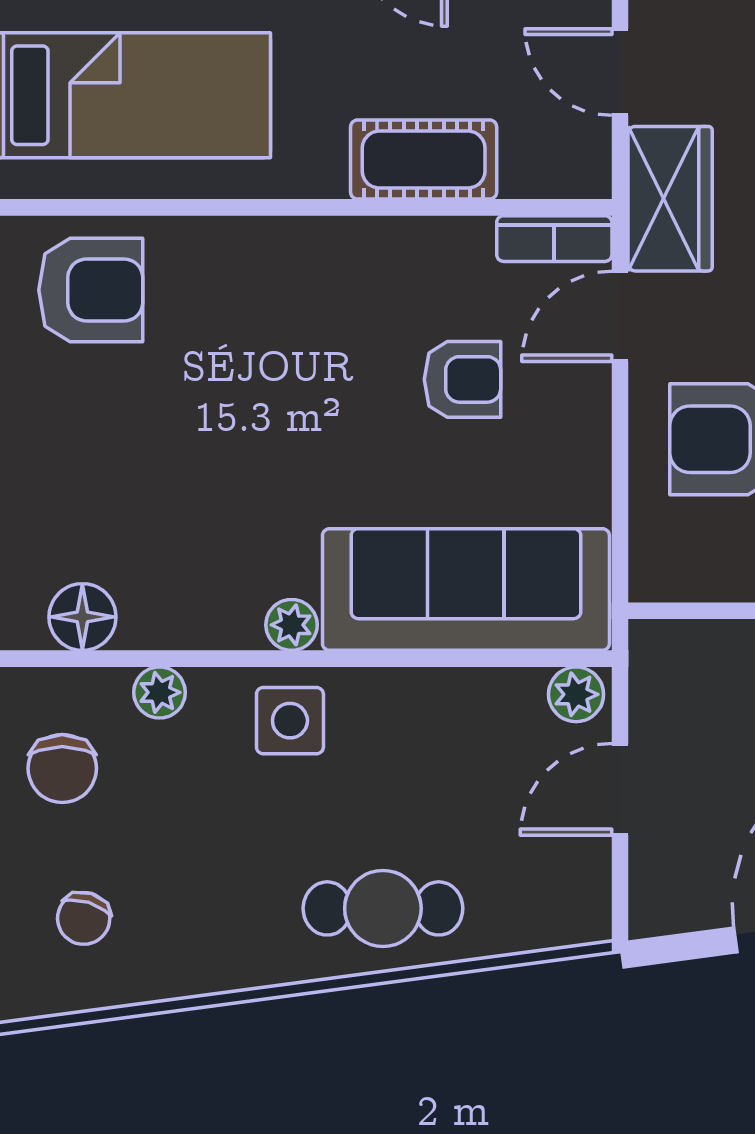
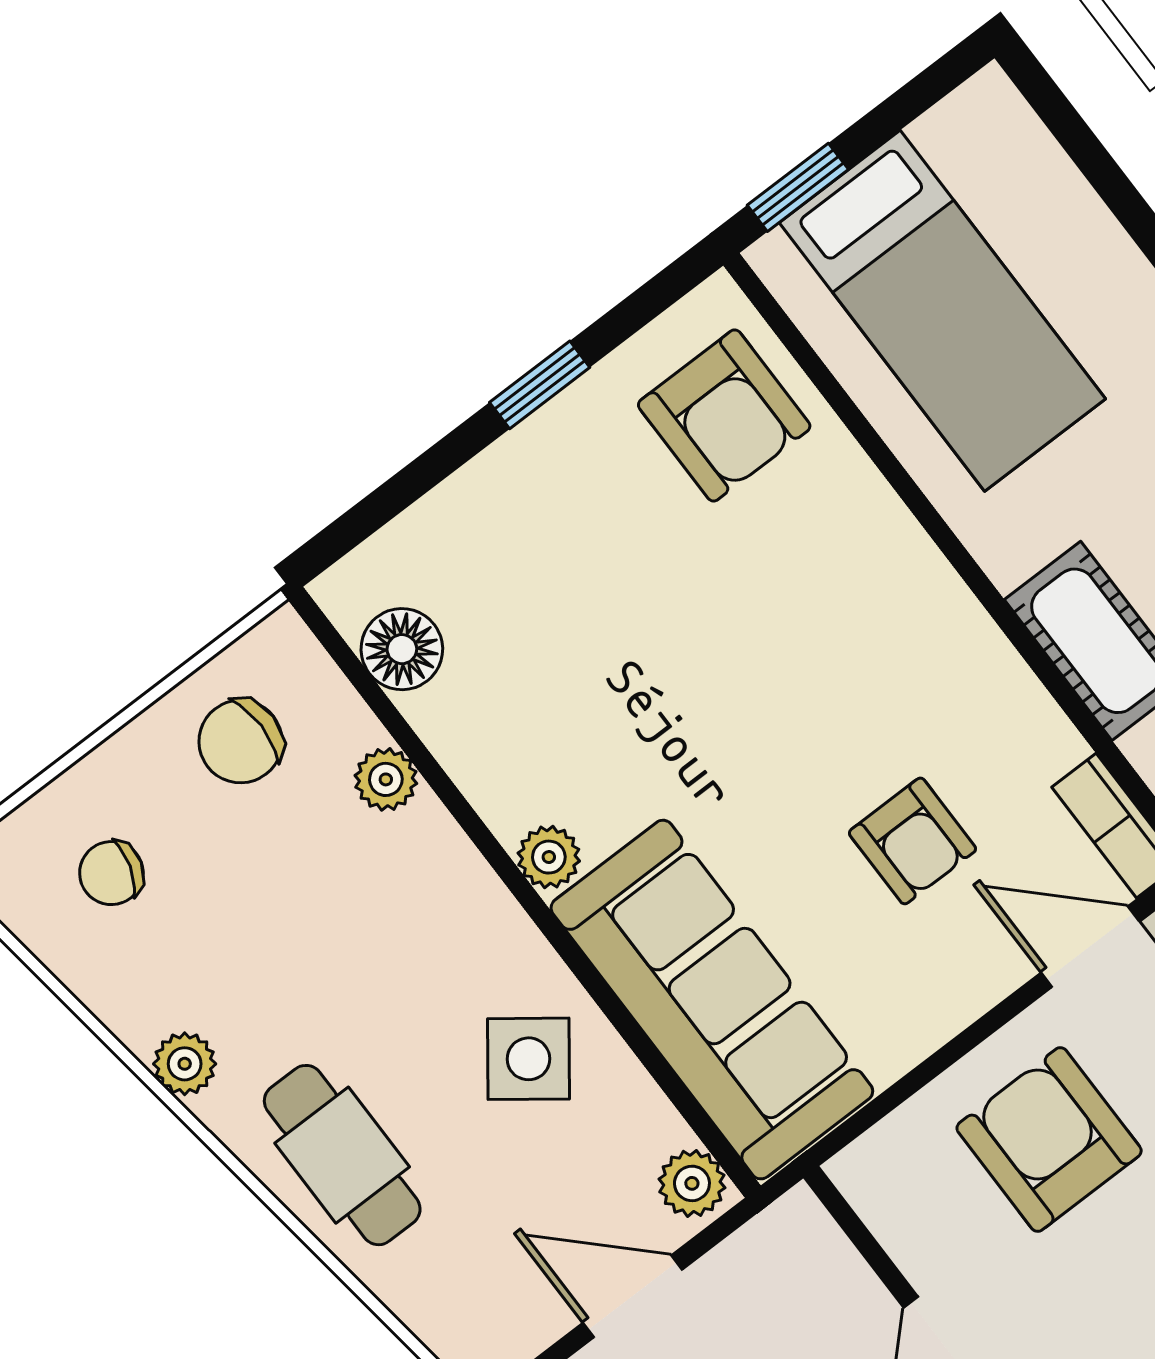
side table: (290, 721) -> (528, 1059), moved, turned 37
plant: (245, 966) -> (185, 1064), added

